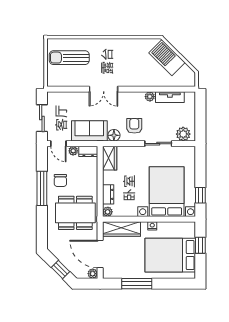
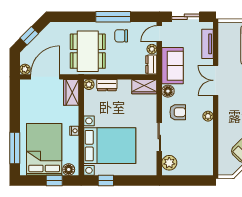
plant: (150, 97) -> (208, 116), moved
tv unit: (170, 97) -> (207, 44), moved
wardrobe: (121, 229) -> (71, 92), width x0.67
floor lamp: (190, 231) -> (69, 170), added
window: (137, 284) -> (15, 148), moved

